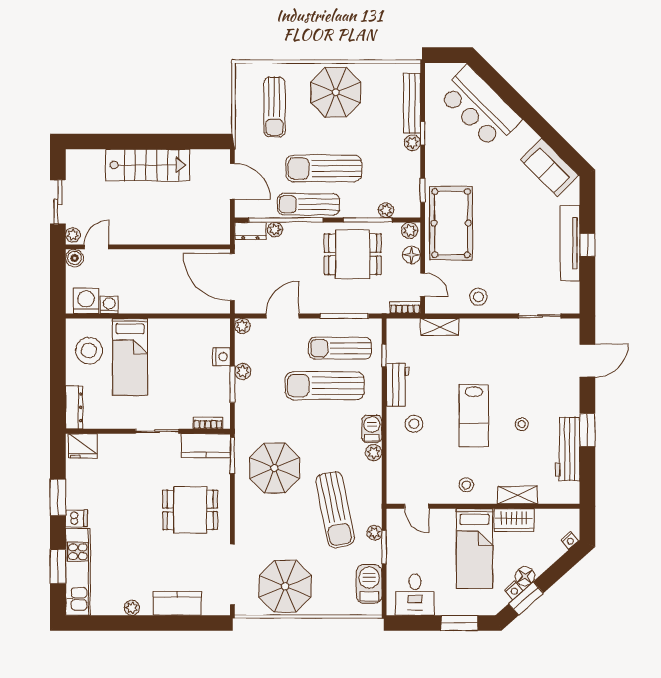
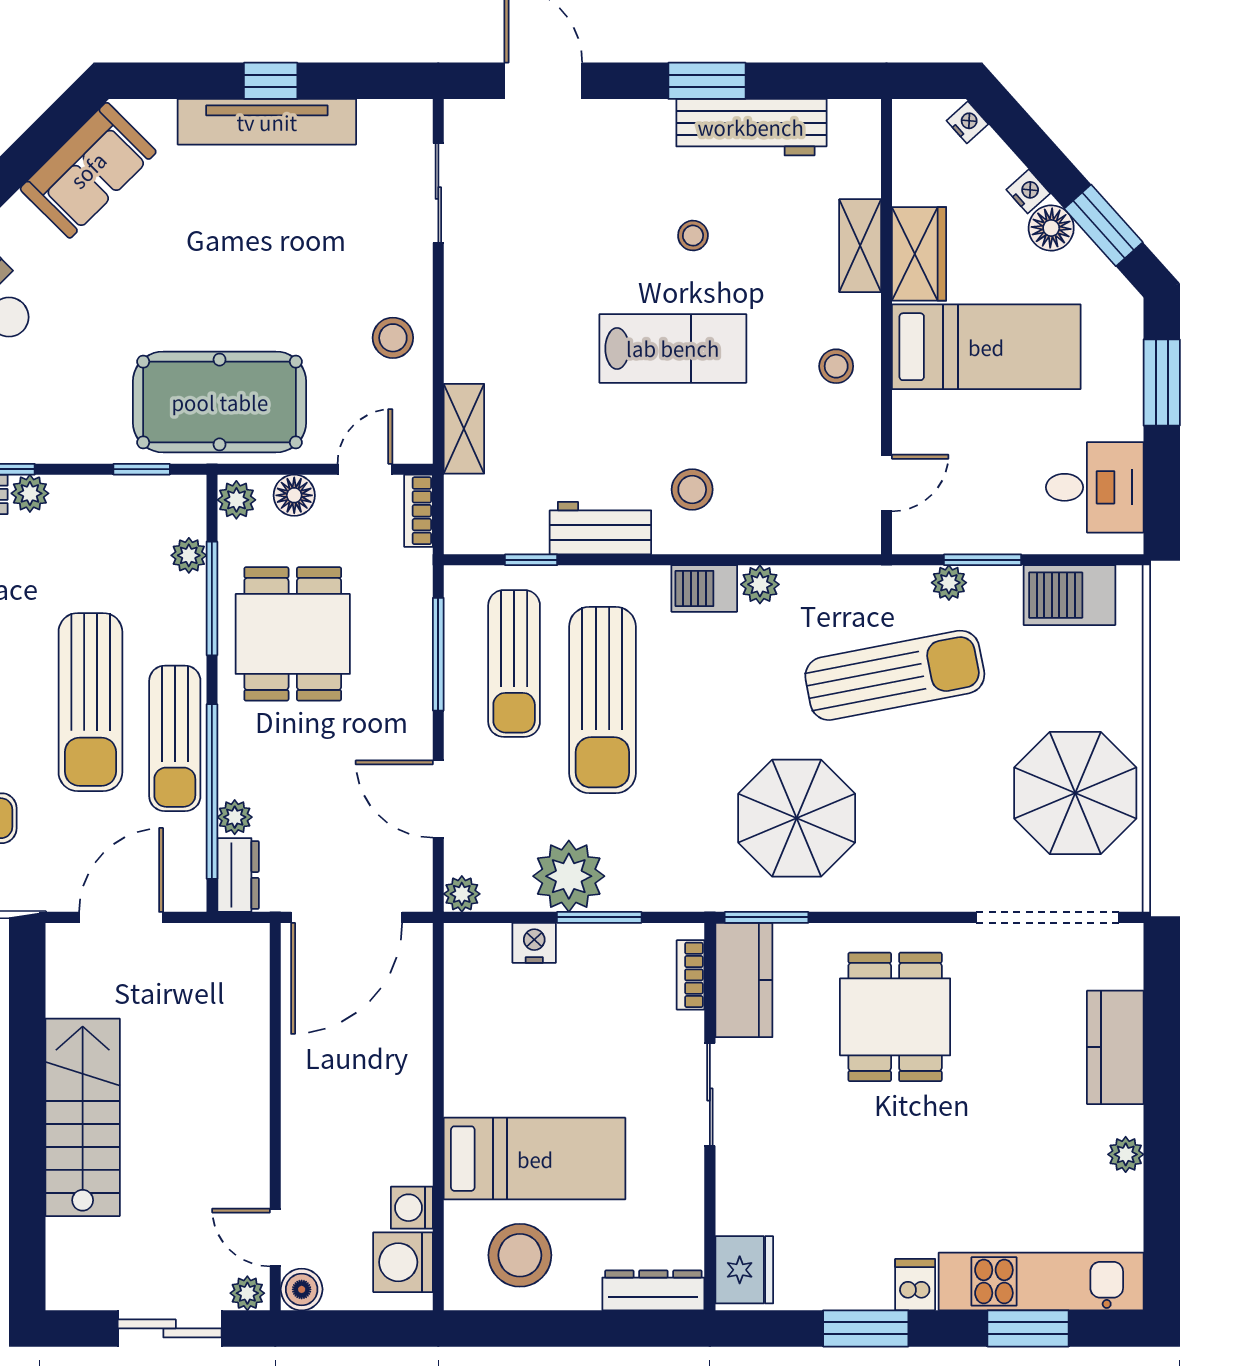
plant: (243, 371) -> (569, 876), width x1.87, depth x1.87
nightstand: (514, 590) -> (1028, 191), moved

